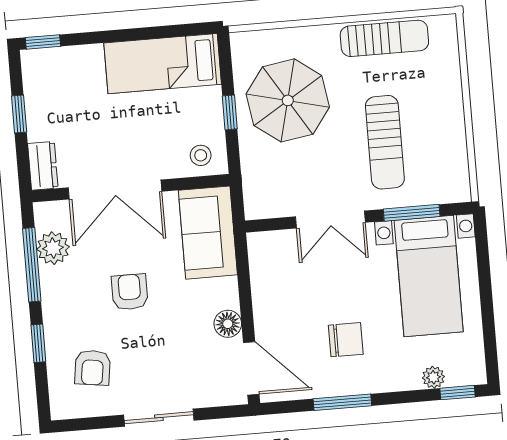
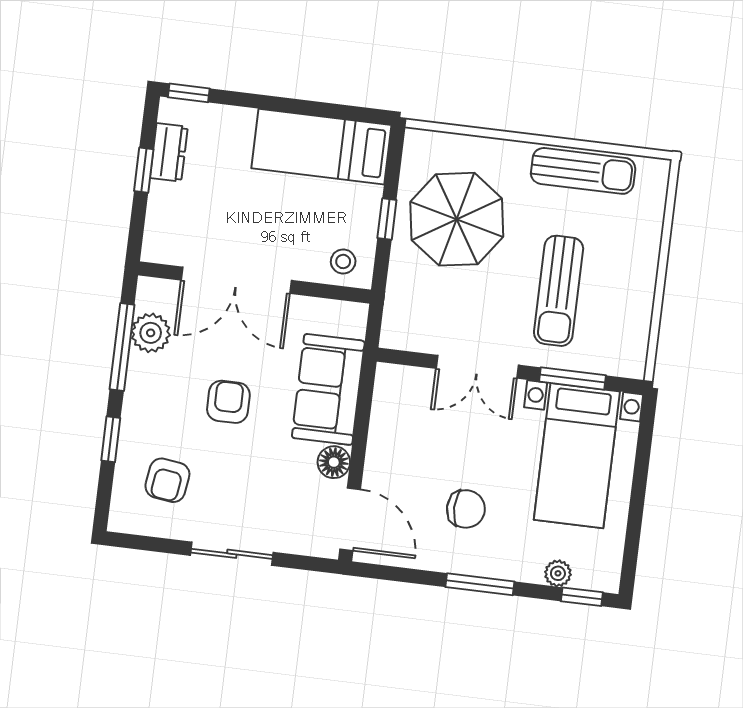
dresser: (43, 166) -> (169, 152), moved
sofa: (208, 233) -> (328, 389), moved
window: (342, 402) -> (480, 584), moved

